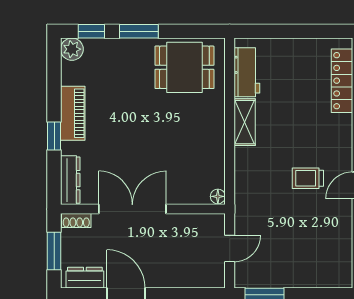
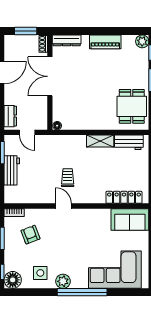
window: (54, 136) -> (92, 31), removed
double door: (132, 209) -> (50, 76), swing flipped
workbench: (295, 275) -> (12, 170), added
dresser: (85, 278) -> (10, 116), moved

